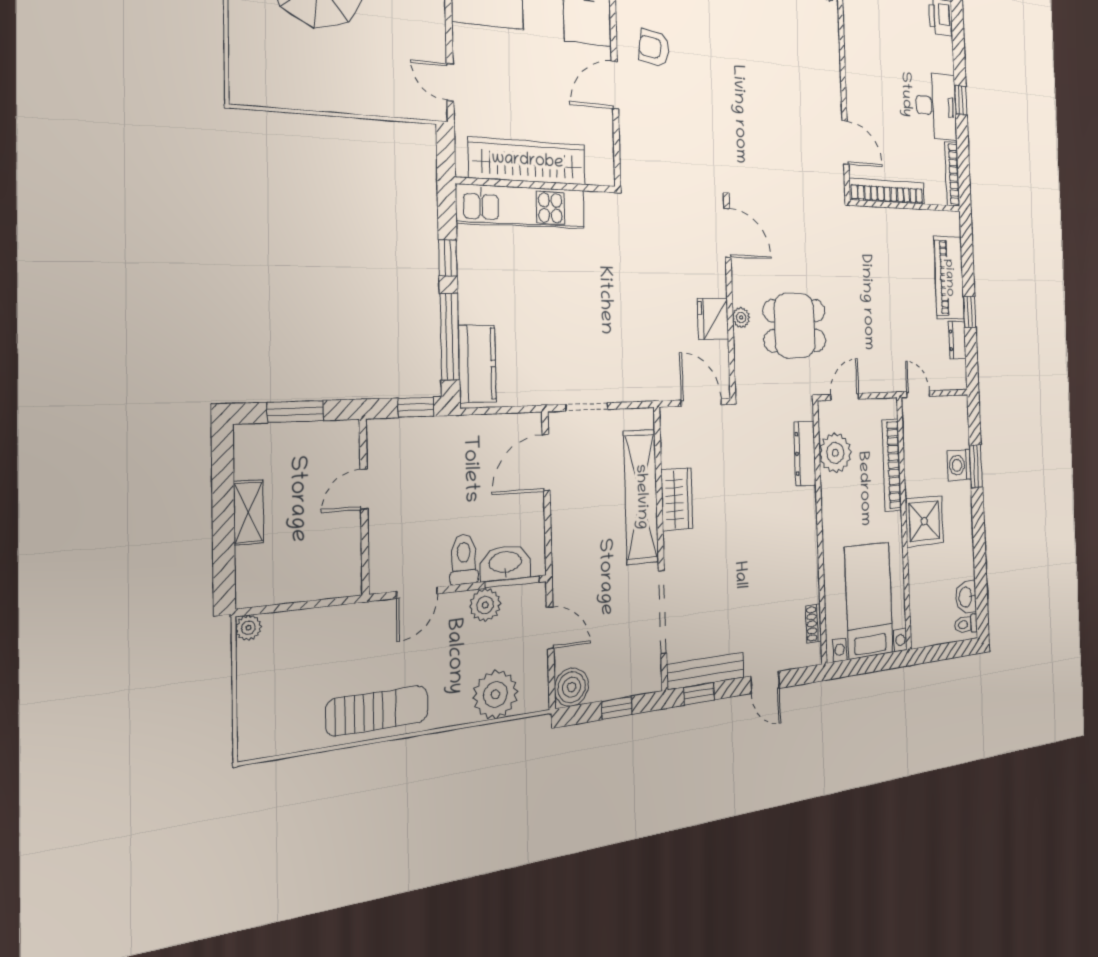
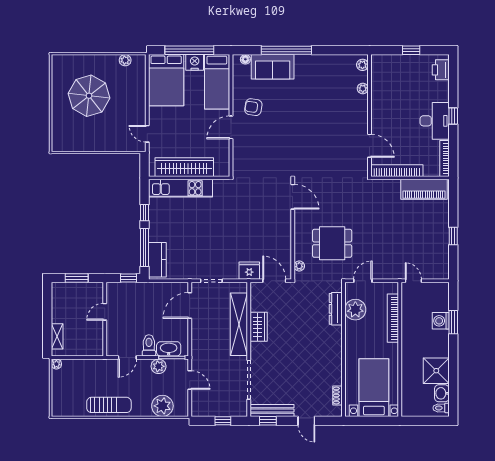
plant: (831, 35) -> (363, 89), added
piano: (949, 278) -> (424, 189), moved, turned -90
plant: (741, 317) -> (299, 266), moved
fridge: (713, 319) -> (249, 271), moved, turned 90
dresser: (957, 340) -> (443, 252), removed
shelving: (249, 512) -> (57, 336), moved
shower: (924, 521) -> (436, 371), moved
boiler: (572, 687) -> (200, 408), removed

